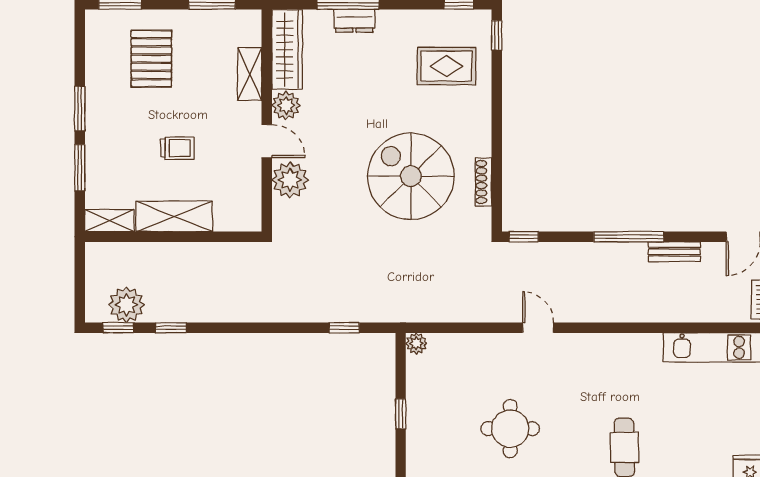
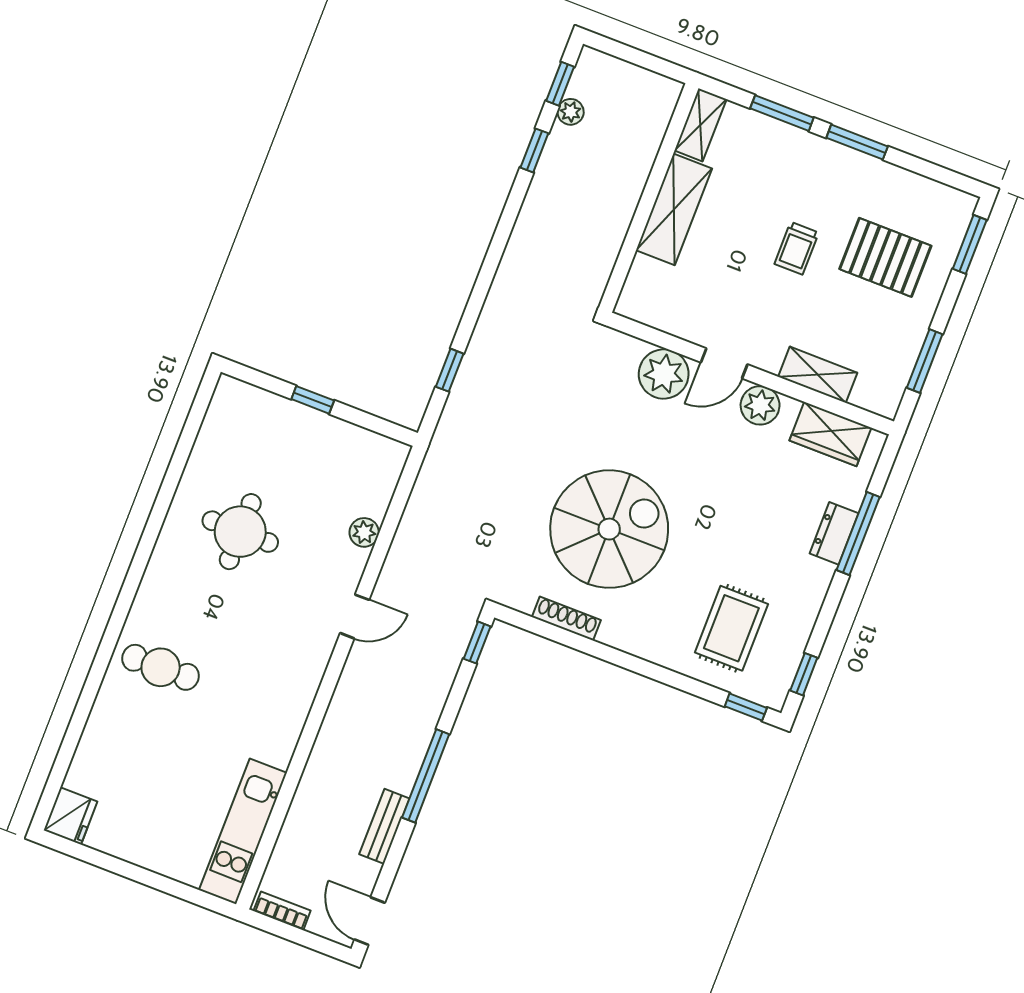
wardrobe: (287, 50) -> (830, 434), width x0.67
trolley: (177, 148) -> (797, 248), moved
plant: (126, 305) -> (571, 112), width x0.53, depth x0.53
plant: (416, 343) -> (364, 532), moved

